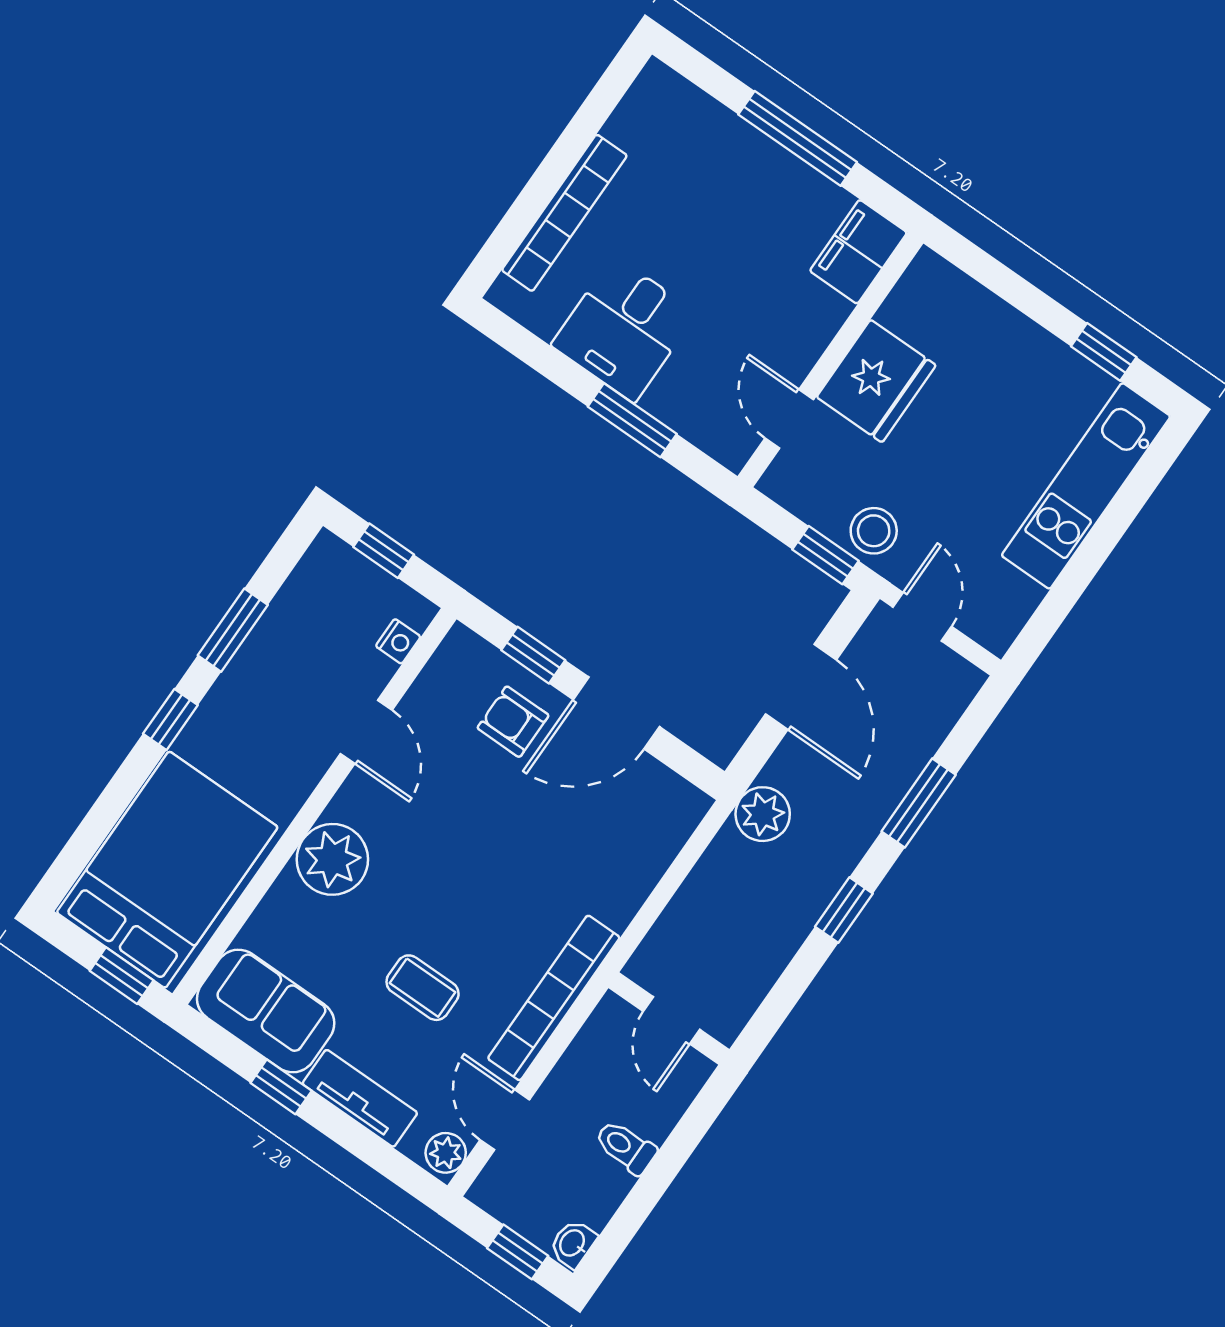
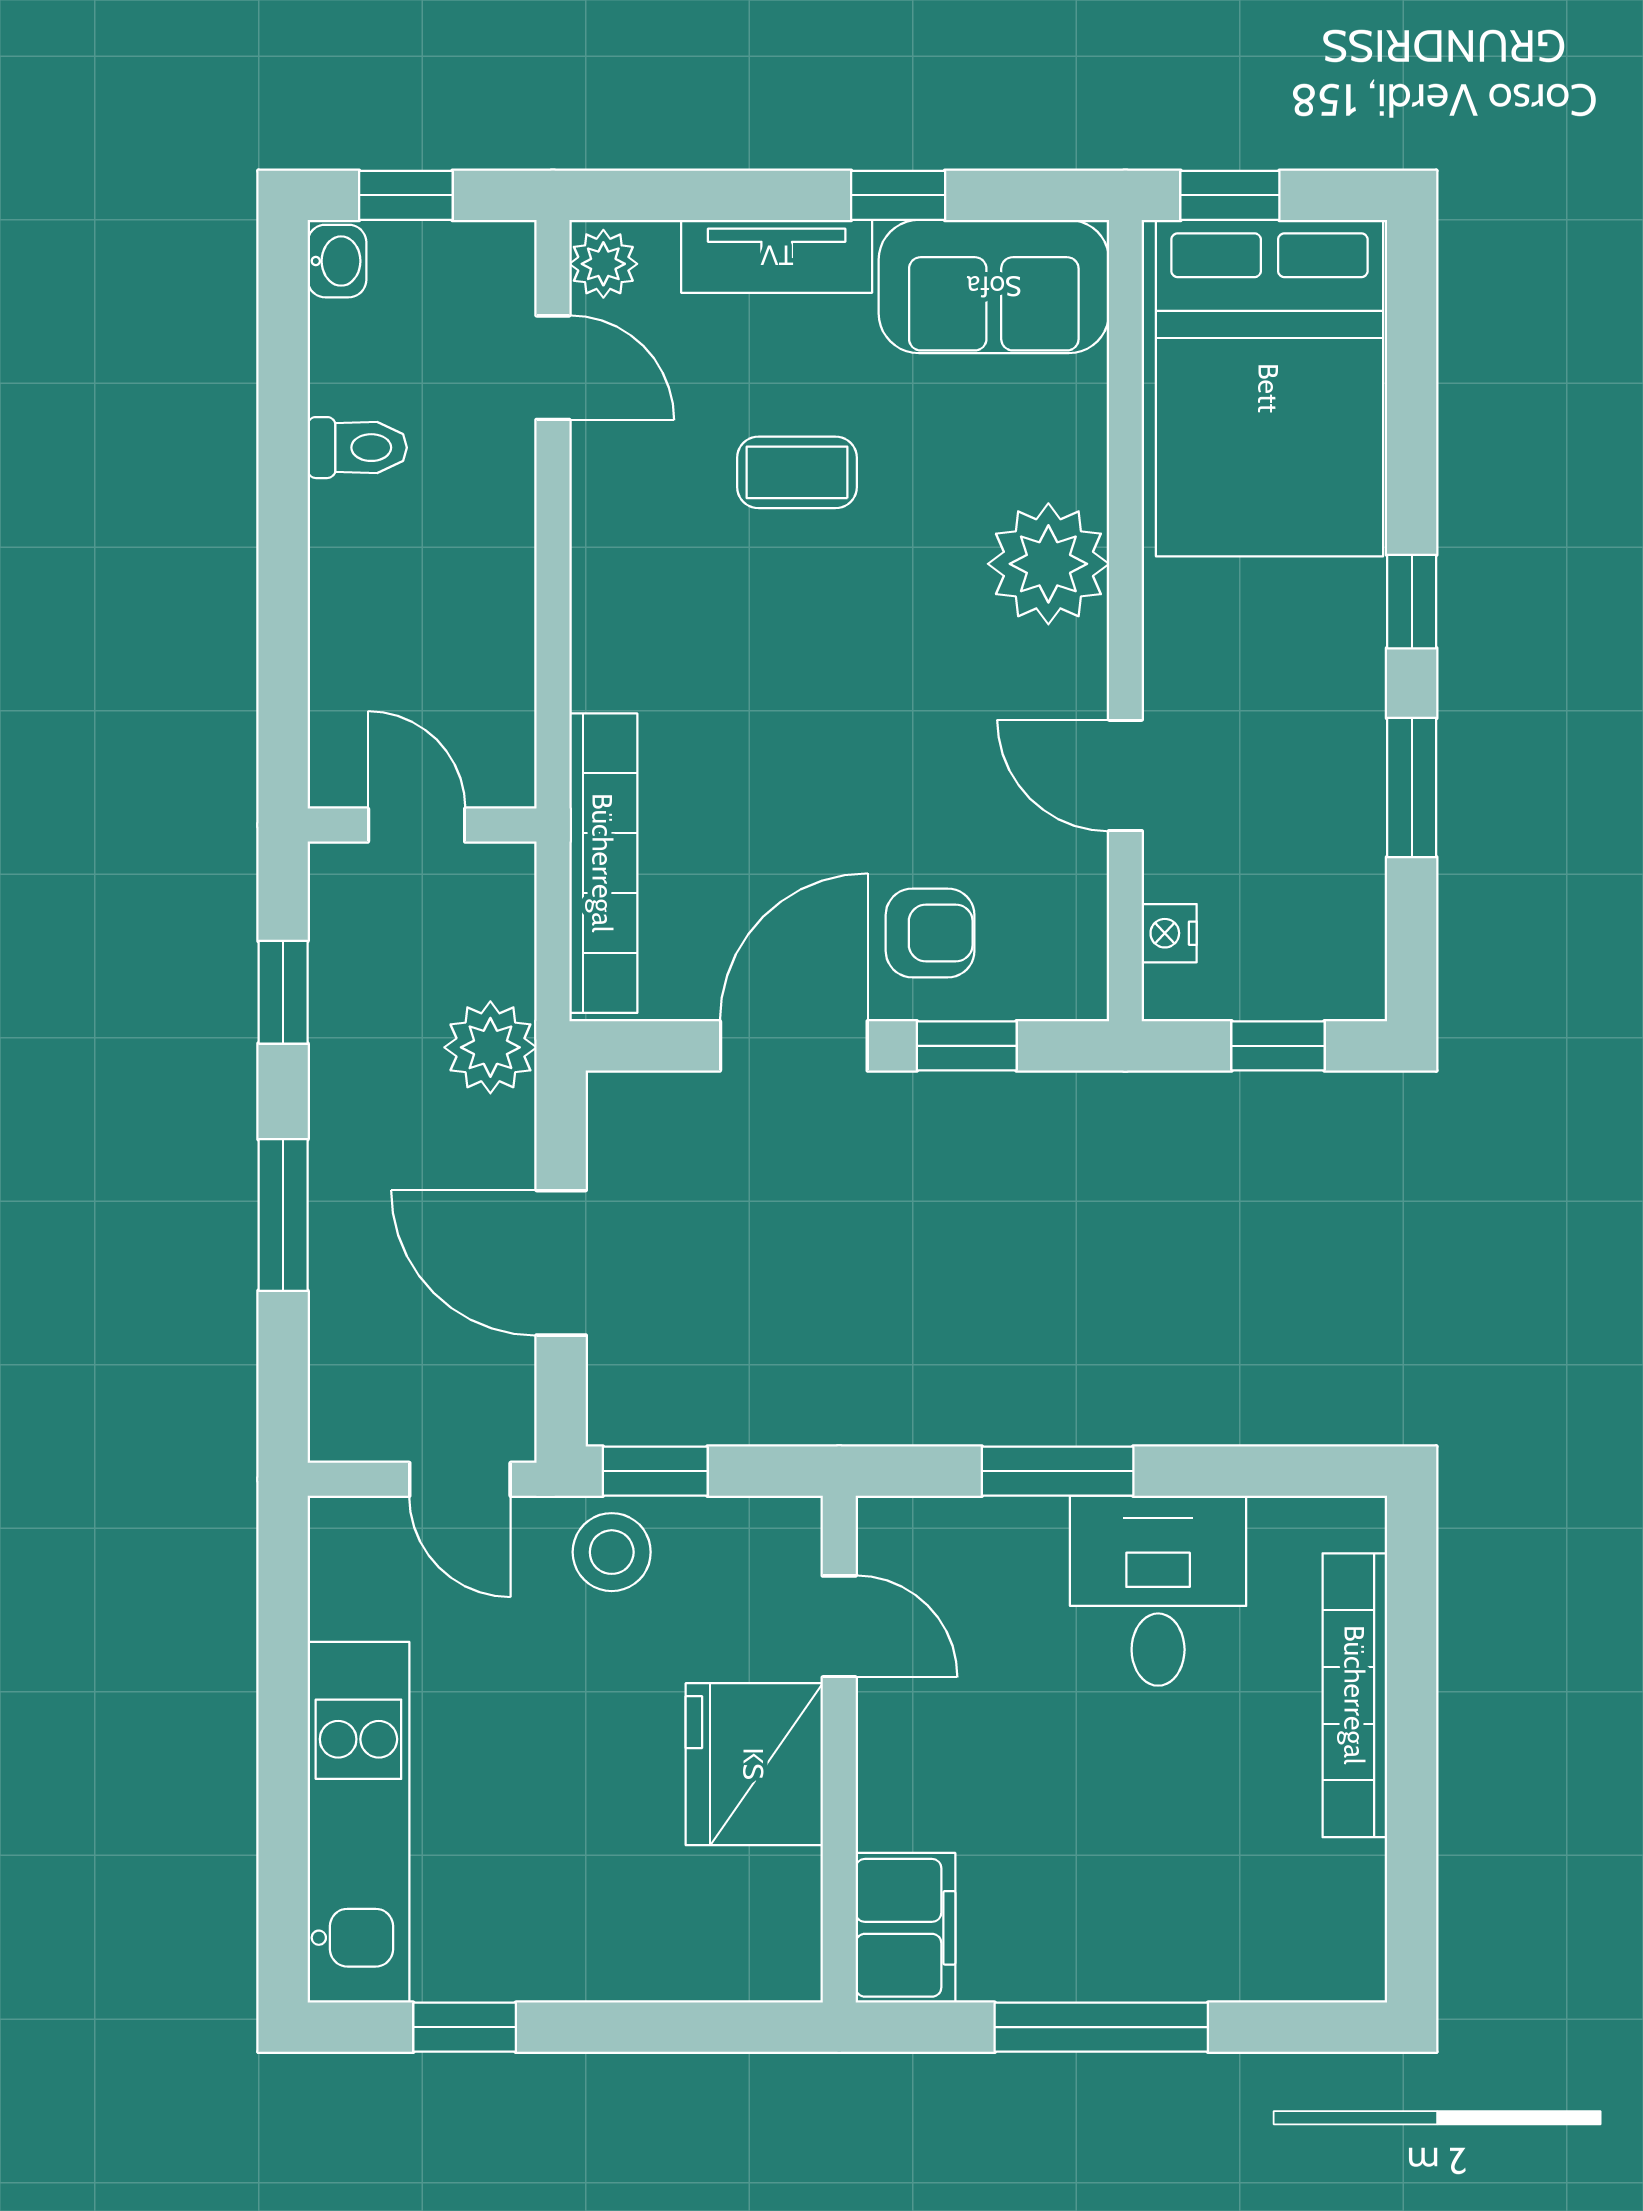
bookcase: (554, 998) -> (603, 863), moved
wall: (669, 1019) -> (422, 825), moved
door: (672, 1020) -> (417, 825), moved

